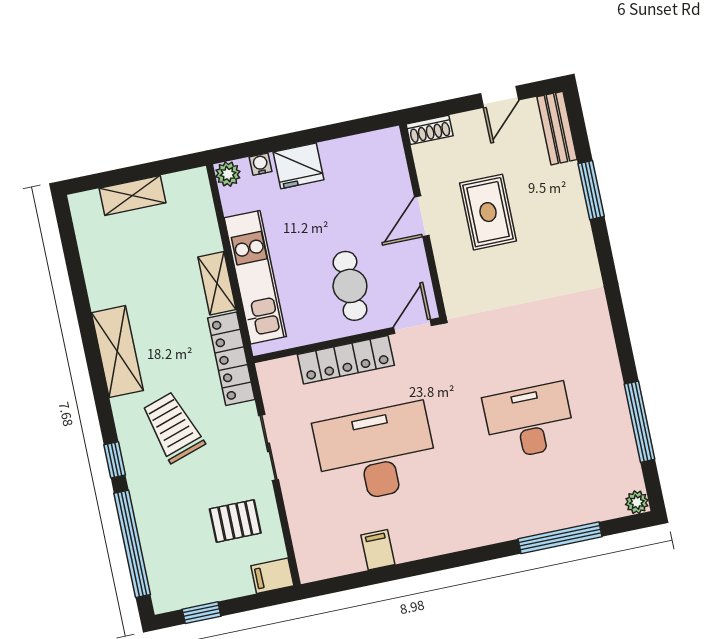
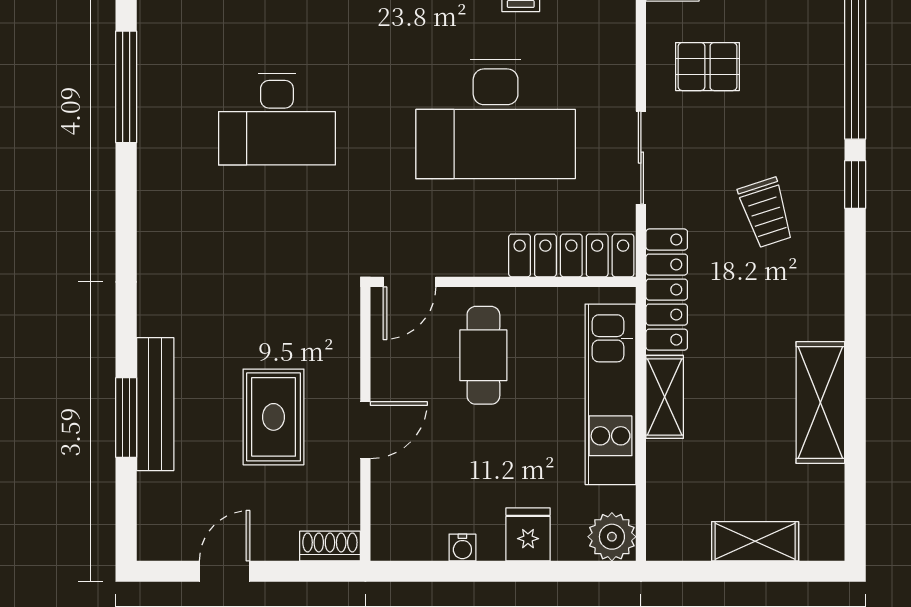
bench: (557, 128) -> (155, 404), moved, width x1.36
water cooler: (260, 164) -> (462, 547), moved
fridge: (299, 166) -> (528, 534), width x0.72
plant: (228, 174) -> (612, 537), width x1.38, depth x1.38
shelving: (117, 352) -> (820, 402), moved
locker: (346, 360) -> (571, 255), moved
trolley: (173, 427) -> (766, 213), width x0.73, depth x0.72

